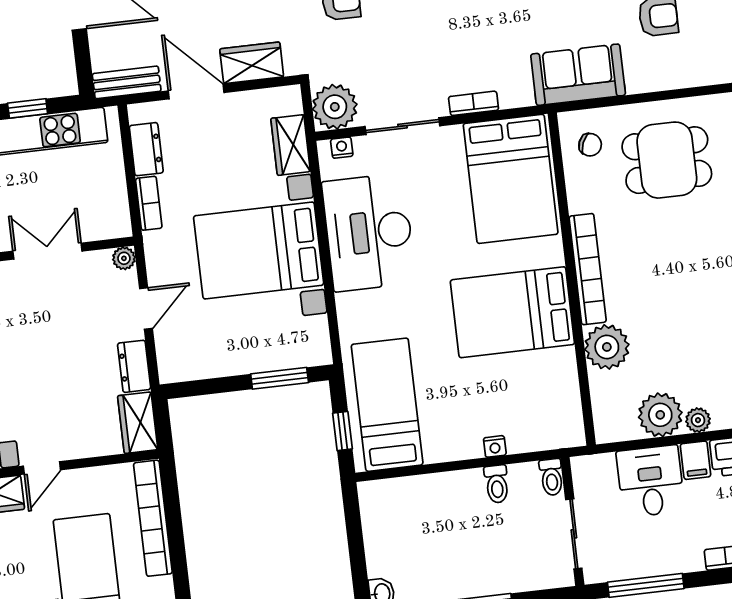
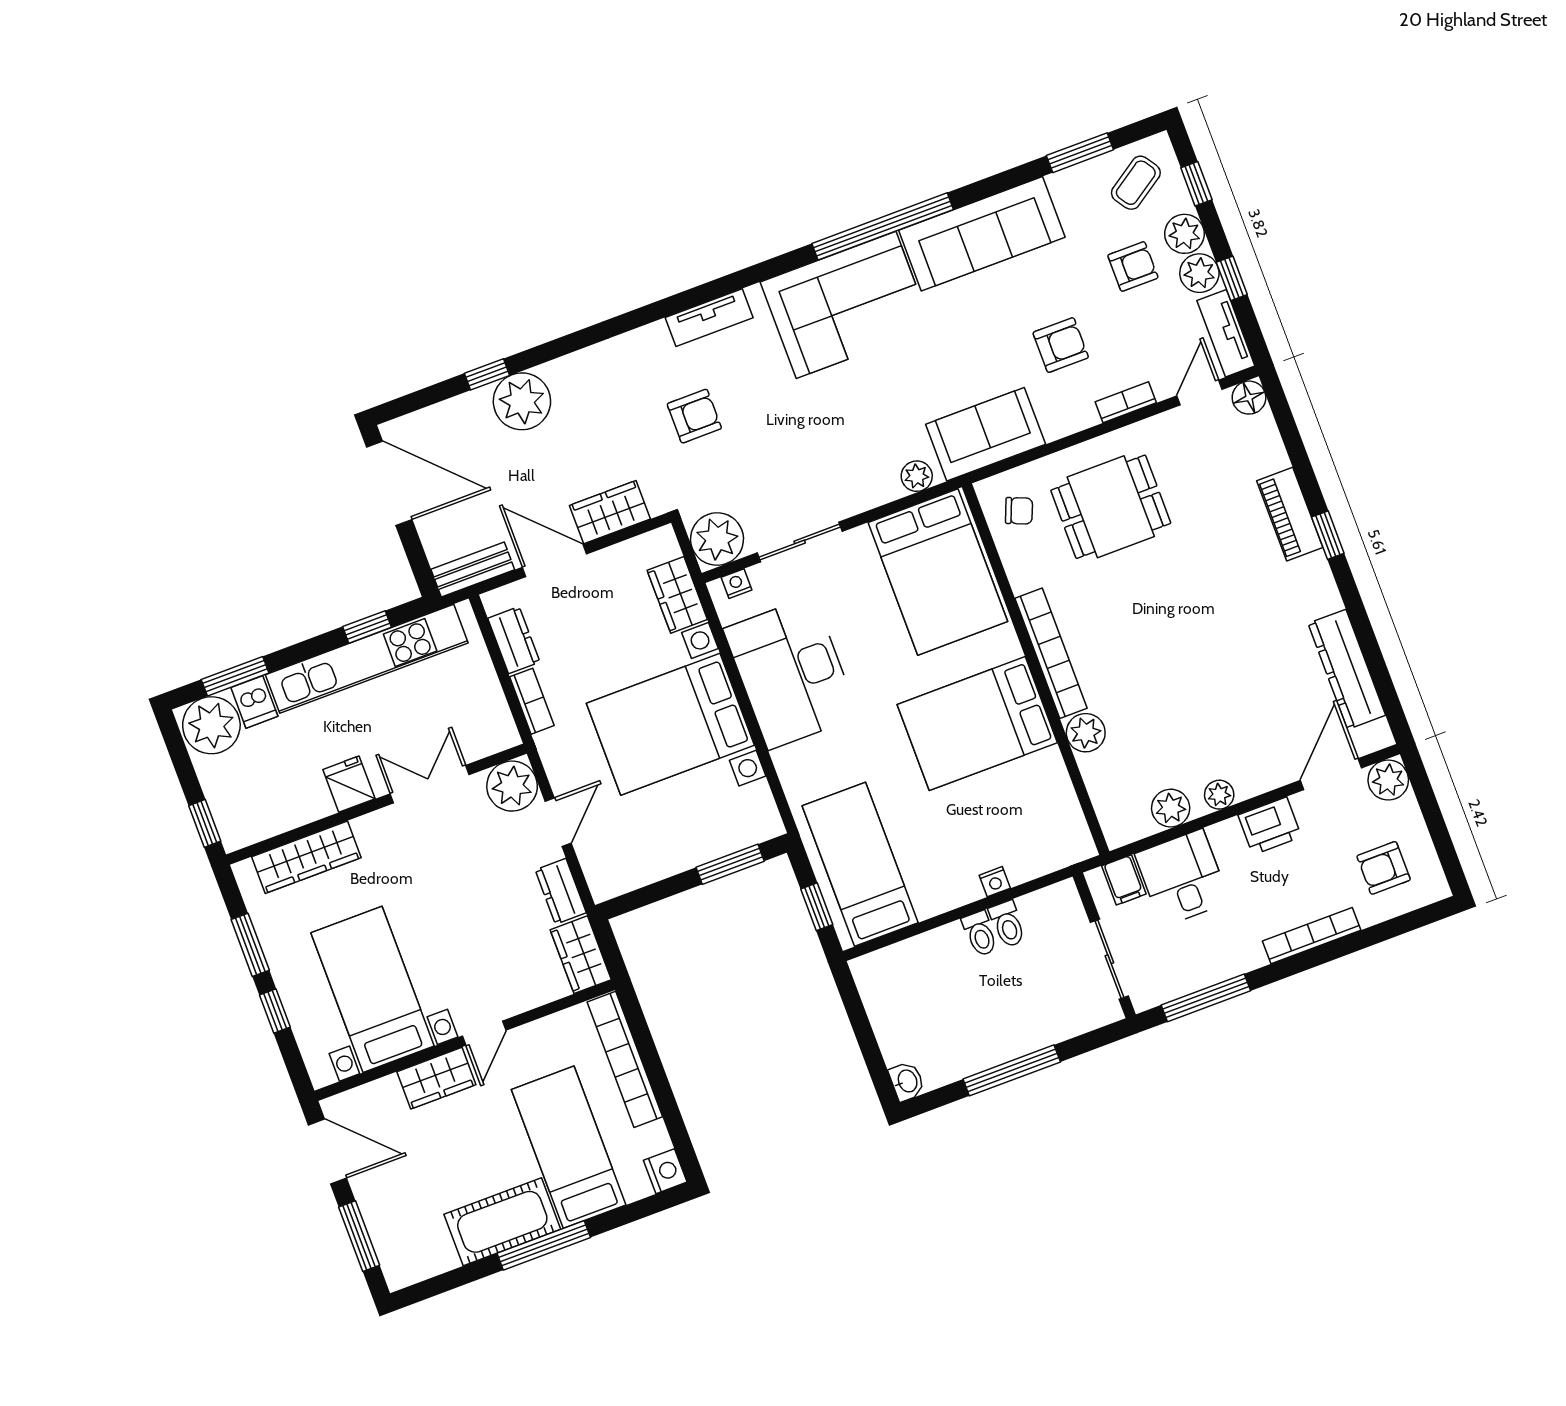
plant: (513, 95) -> (917, 476), added
bookcase: (474, 103) -> (1126, 402), moved
plant: (124, 258) -> (512, 786), width x1.88, depth x1.88
plant: (607, 347) -> (1086, 733), width x0.73, depth x0.73
plant: (660, 415) -> (1171, 808), width x0.73, depth x0.73
filing cabinet: (696, 460) -> (1124, 880), moved
toilet: (551, 477) -> (980, 934), moved

